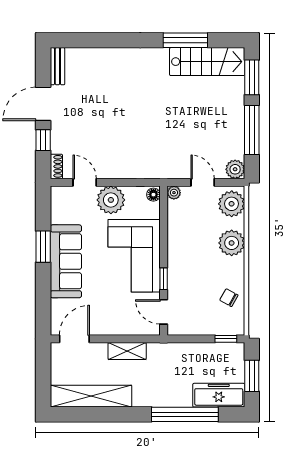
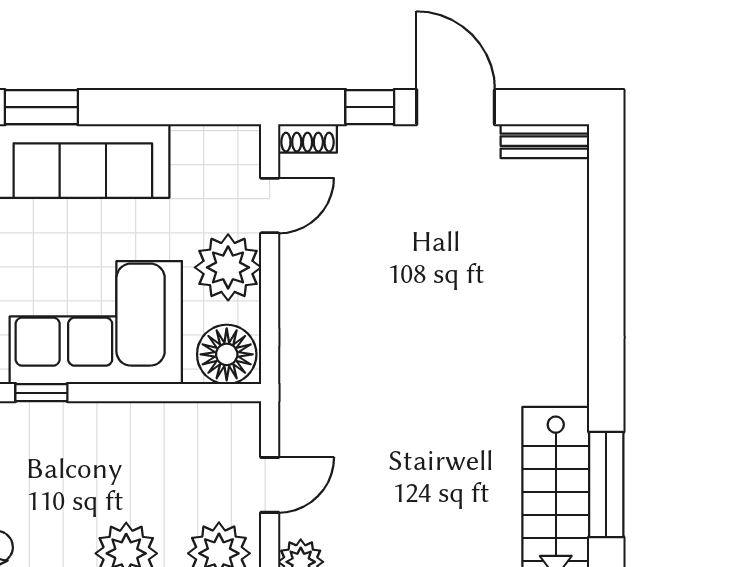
window: (185, 40) -> (606, 485), moved
plant: (174, 193) -> (245, 417), removed
floor lamp: (153, 195) -> (227, 354), width x1.89, depth x1.89
window: (43, 247) -> (41, 107), moved

